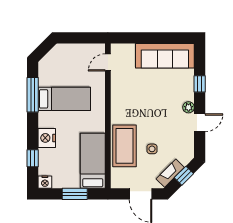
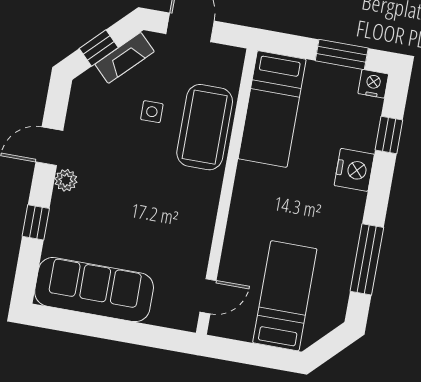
bed: (64, 99) -> (285, 296), moved, turned 90
window: (75, 194) -> (342, 54), moved

